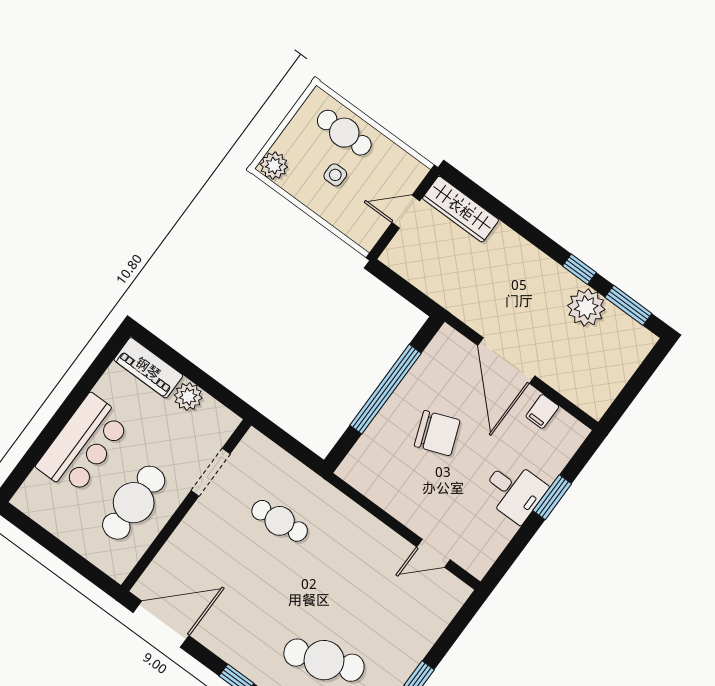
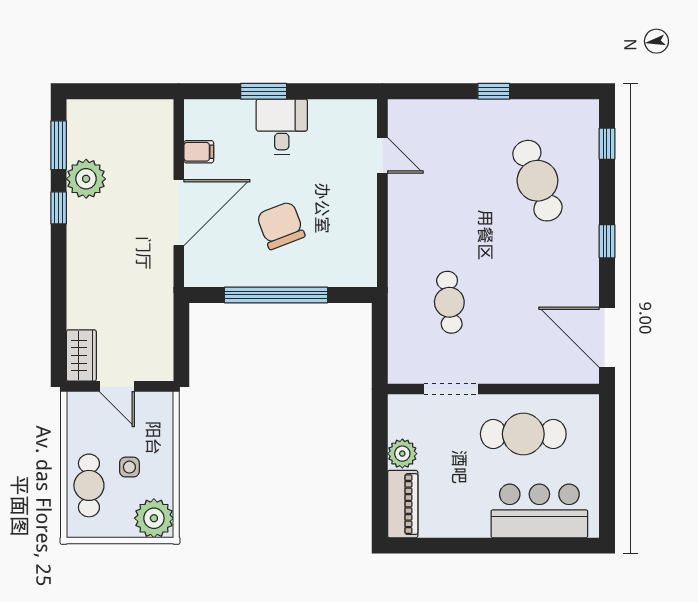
plant: (274, 166) -> (154, 518), width x1.36, depth x1.36
wardrobe: (461, 209) -> (81, 355), width x0.67
bar counter: (83, 444) -> (539, 511), moved

